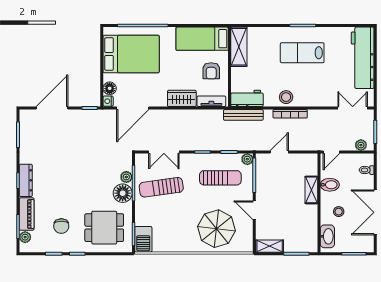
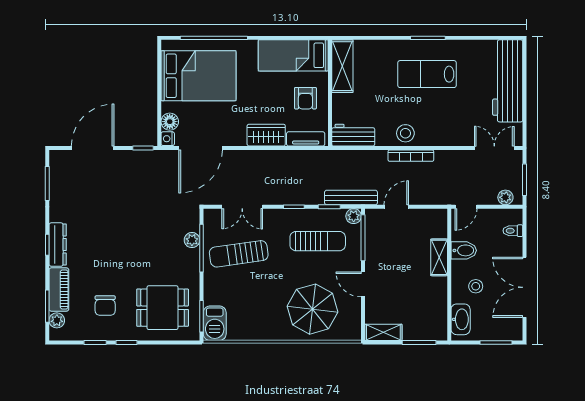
bench: (243, 115) -> (351, 198), moved
floor lamp: (123, 193) -> (187, 262), removed

